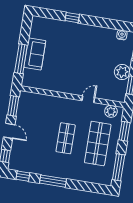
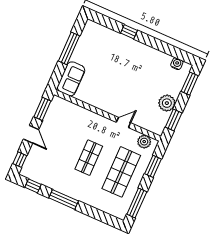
sofa: (35, 54) -> (71, 79), moved
window: (21, 59) -> (69, 48), moved

